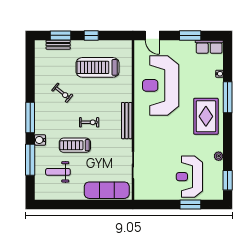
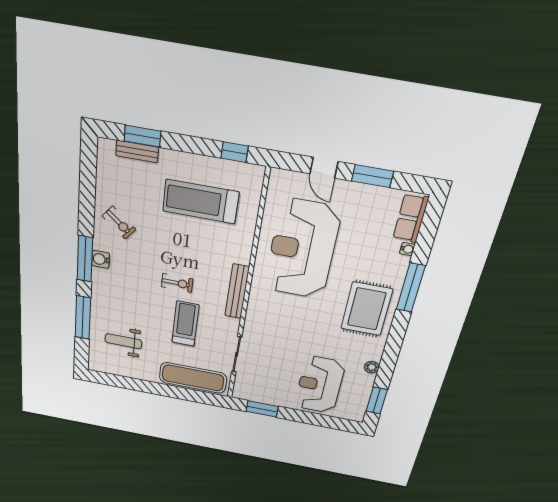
window: (91, 35) -> (234, 152), moved
door: (152, 35) -> (324, 168), moved
row of seats: (209, 47) -> (411, 218), moved, turned 90
exercise bike: (62, 93) -> (119, 223), moved
water cooler: (40, 140) -> (101, 259), moved
treadmill: (75, 145) -> (185, 324), moved, turned 90
window: (190, 204) -> (262, 409), moved

